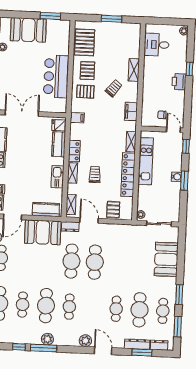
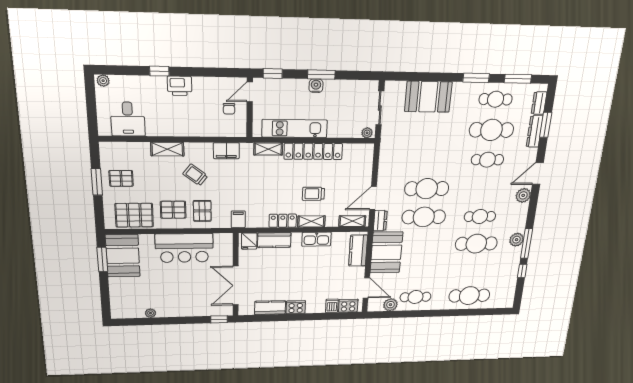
booth: (28, 30) -> (123, 256), moved
pallet: (113, 210) -> (121, 178), moved
cafe table: (23, 305) -> (473, 270), removed

